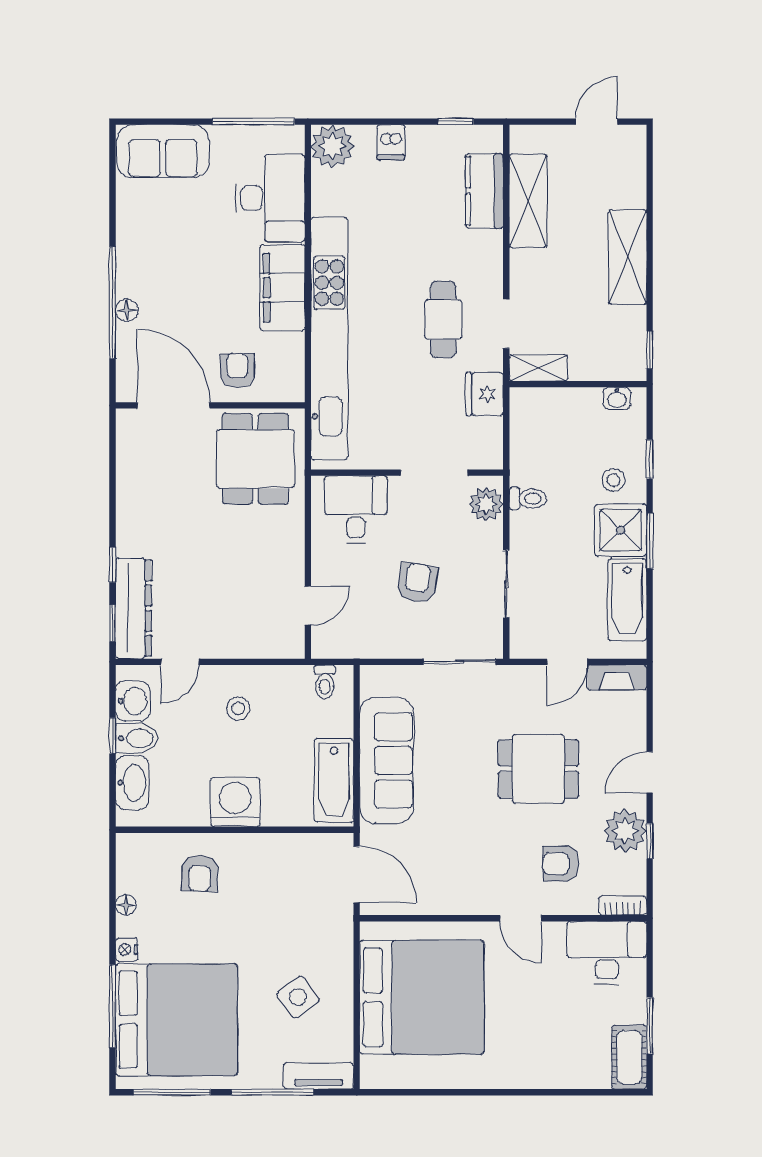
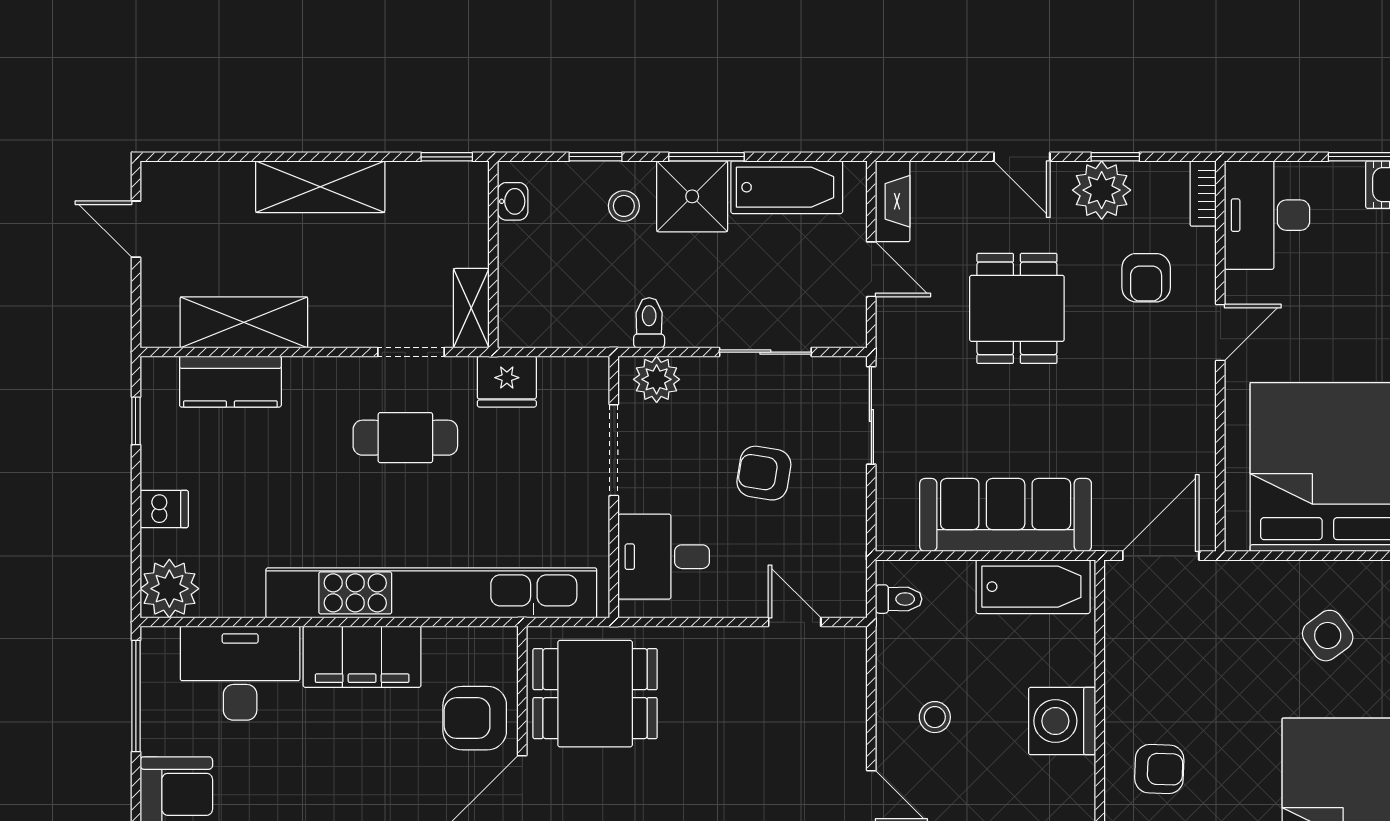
armchair: (237, 370) -> (475, 718), width x1.38, depth x1.38

